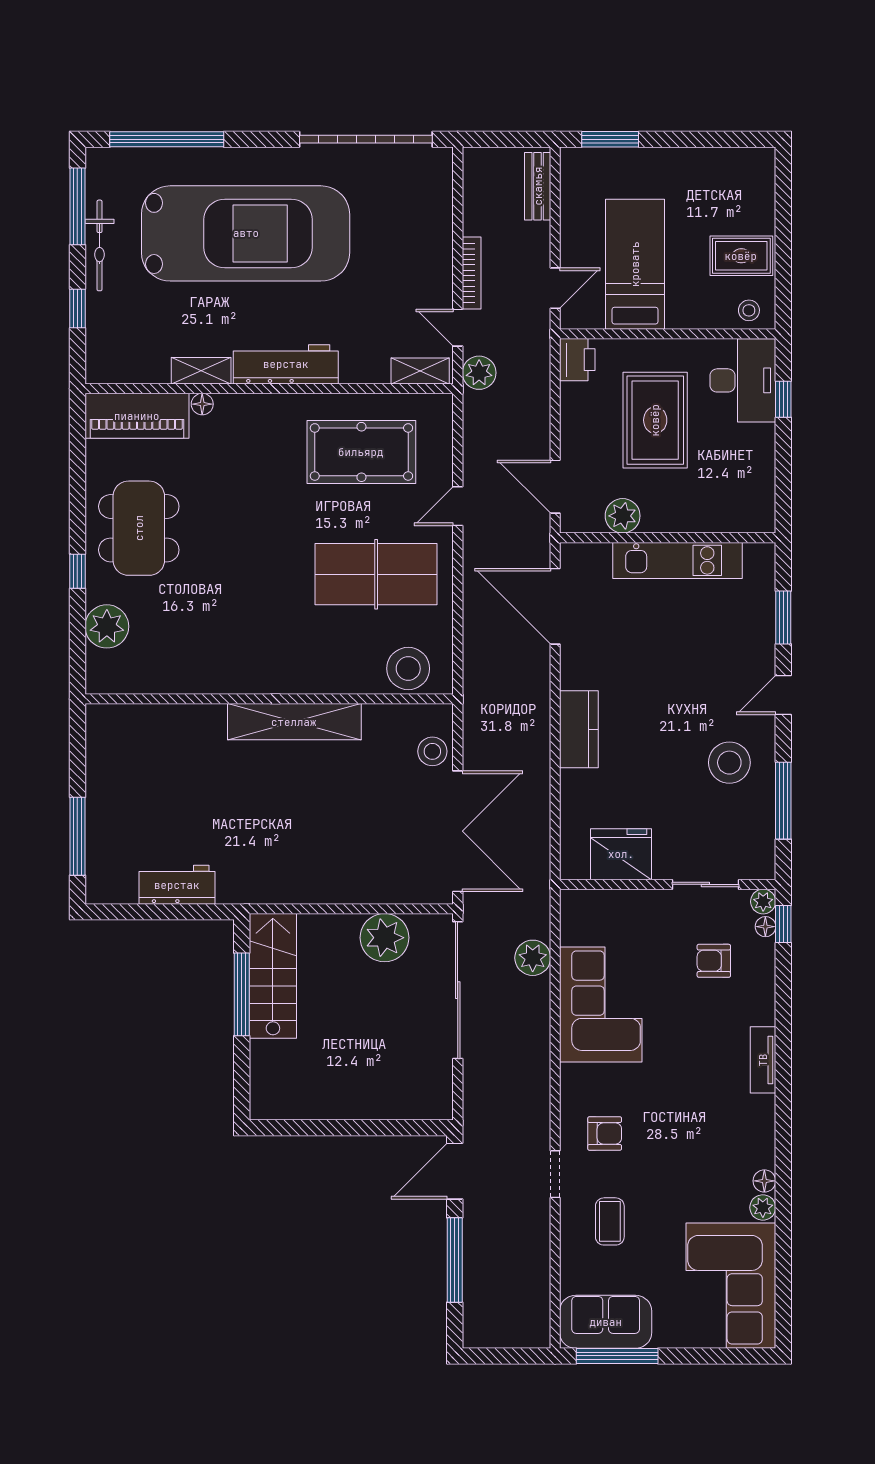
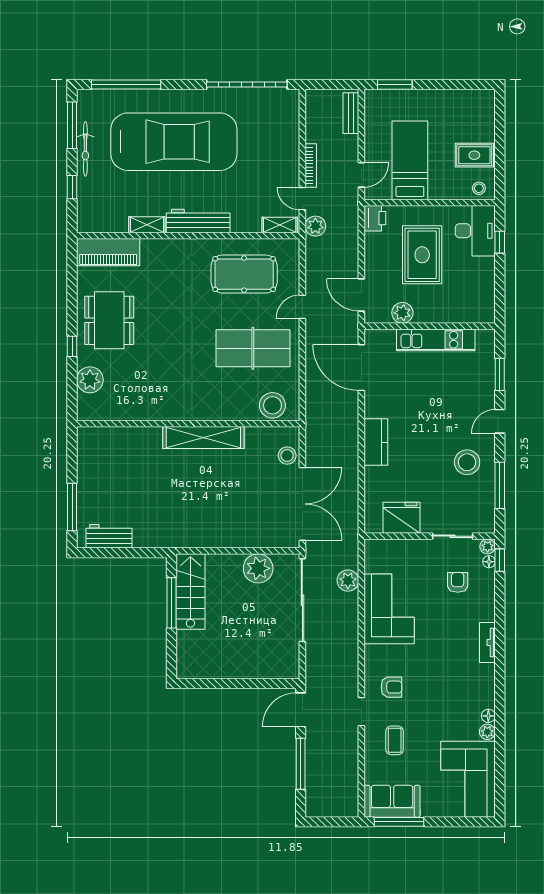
floor lamp: (202, 404) -> (148, 245), removed
workbench: (177, 885) -> (109, 536), moved
armchair: (714, 961) -> (458, 582), turned 90

